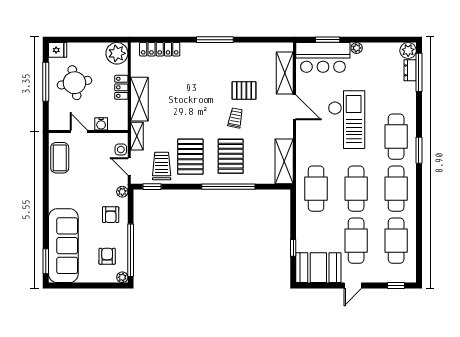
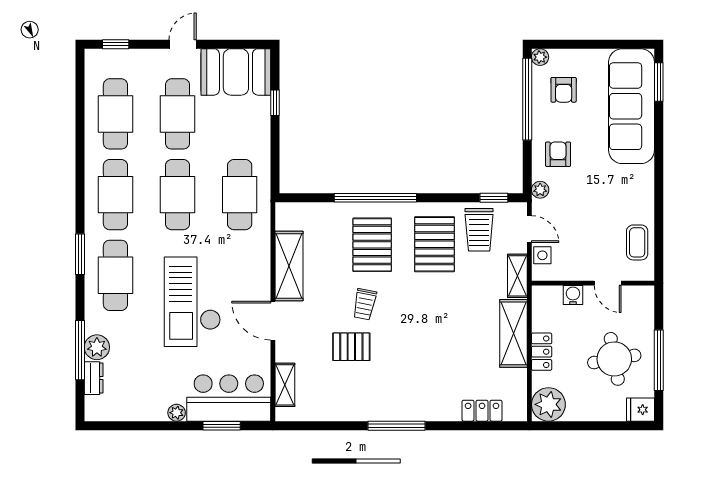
locker: (160, 49) -> (482, 411), width x0.66
plant: (408, 51) -> (97, 347), moved
window: (419, 72) -> (80, 350), moved
shelving: (285, 73) -> (285, 385), width x0.67, depth x0.75
coffee table: (60, 158) -> (637, 242), width x0.73, depth x0.77
shelving: (284, 161) -> (289, 266), moved

